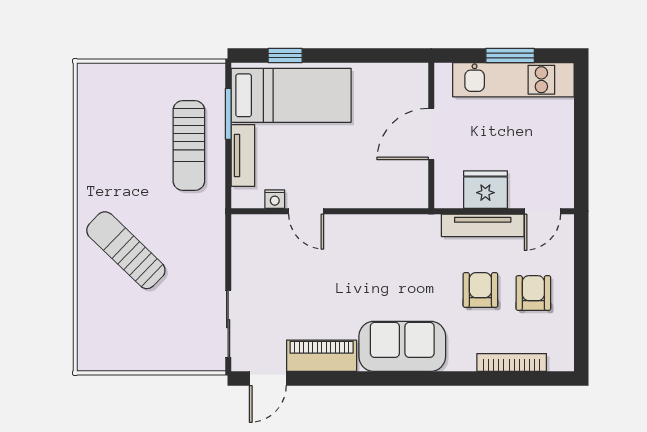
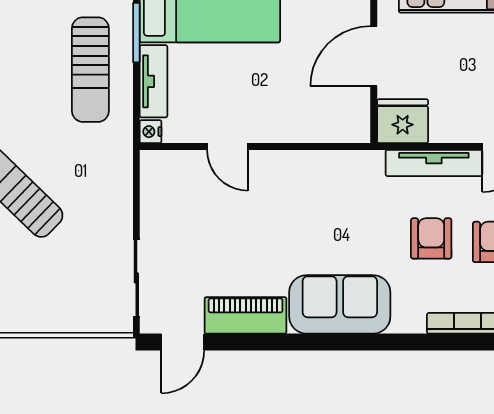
fridge: (485, 190) -> (403, 121), moved
nightstand: (275, 199) -> (151, 132), moved, turned 90

